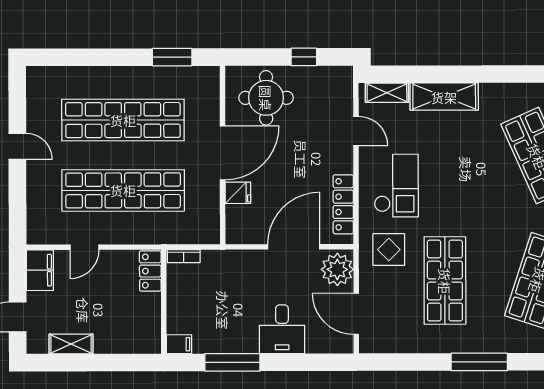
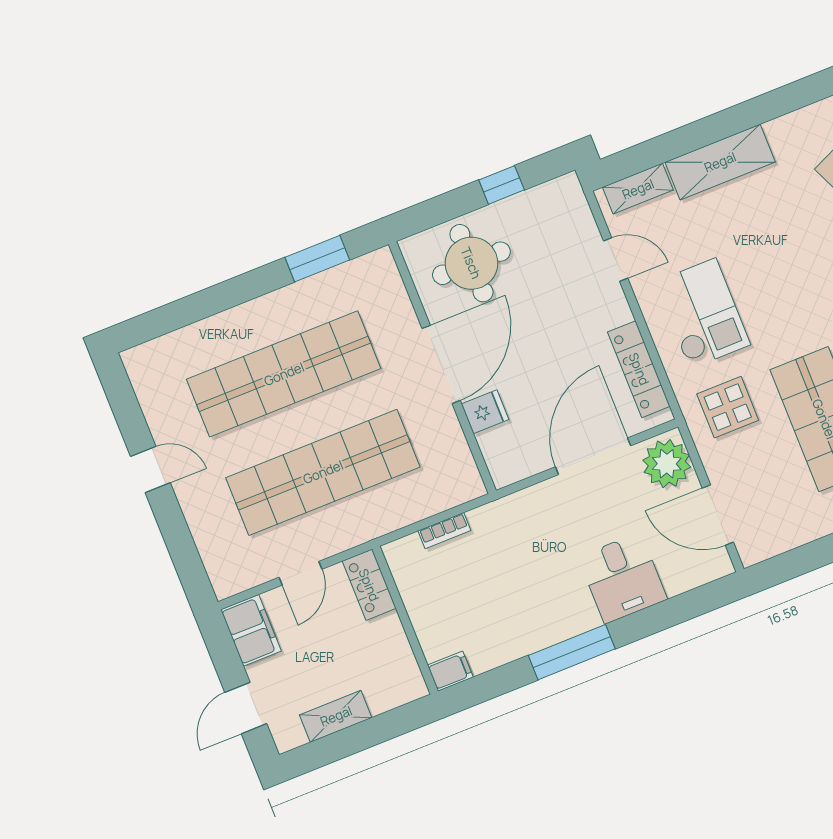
locker: (150, 271) -> (369, 585), moved
wall: (164, 302) -> (405, 620), moved
filing cabinet: (179, 344) -> (450, 671), moved

